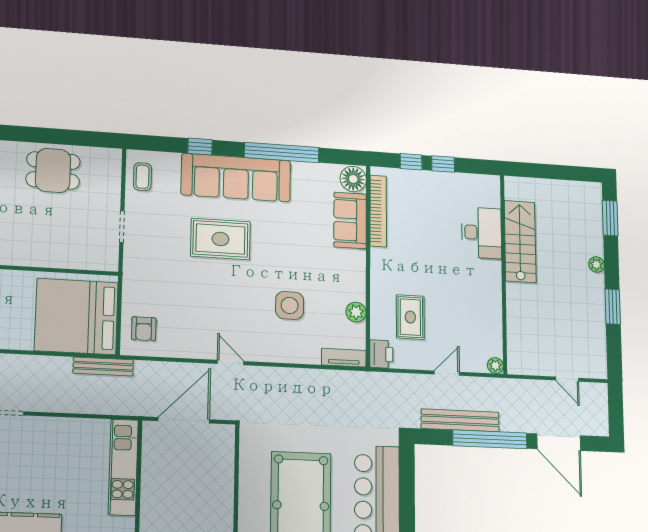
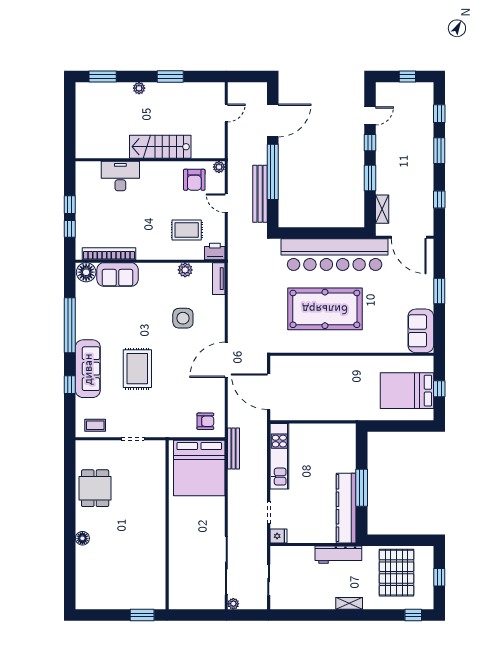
sofa: (236, 178) -> (88, 369), width x0.74, depth x0.79
stairs: (520, 242) -> (160, 147), moved
armchair: (478, 331) -> (194, 180), added
door: (231, 363) -> (226, 360), width x1.87
kitchen unit: (123, 467) -> (279, 456), moved, turned -90

